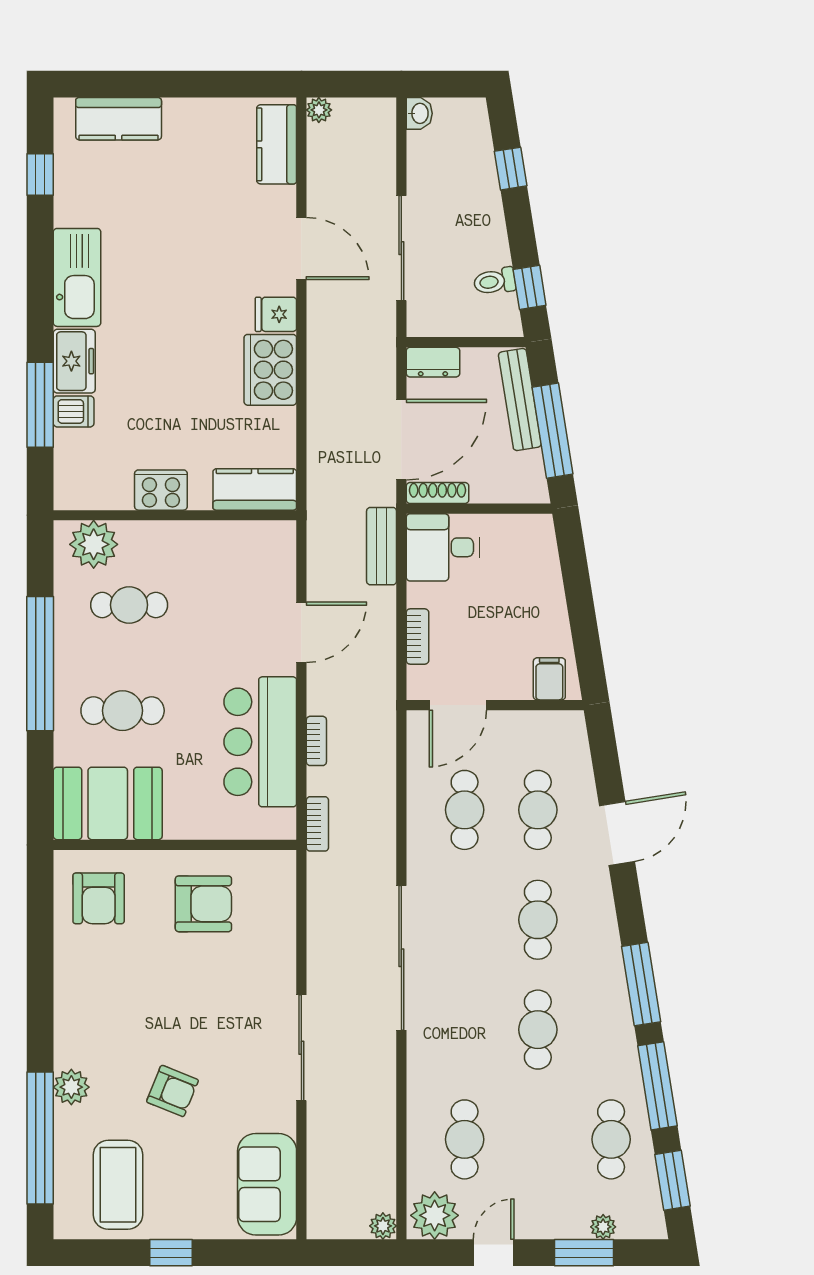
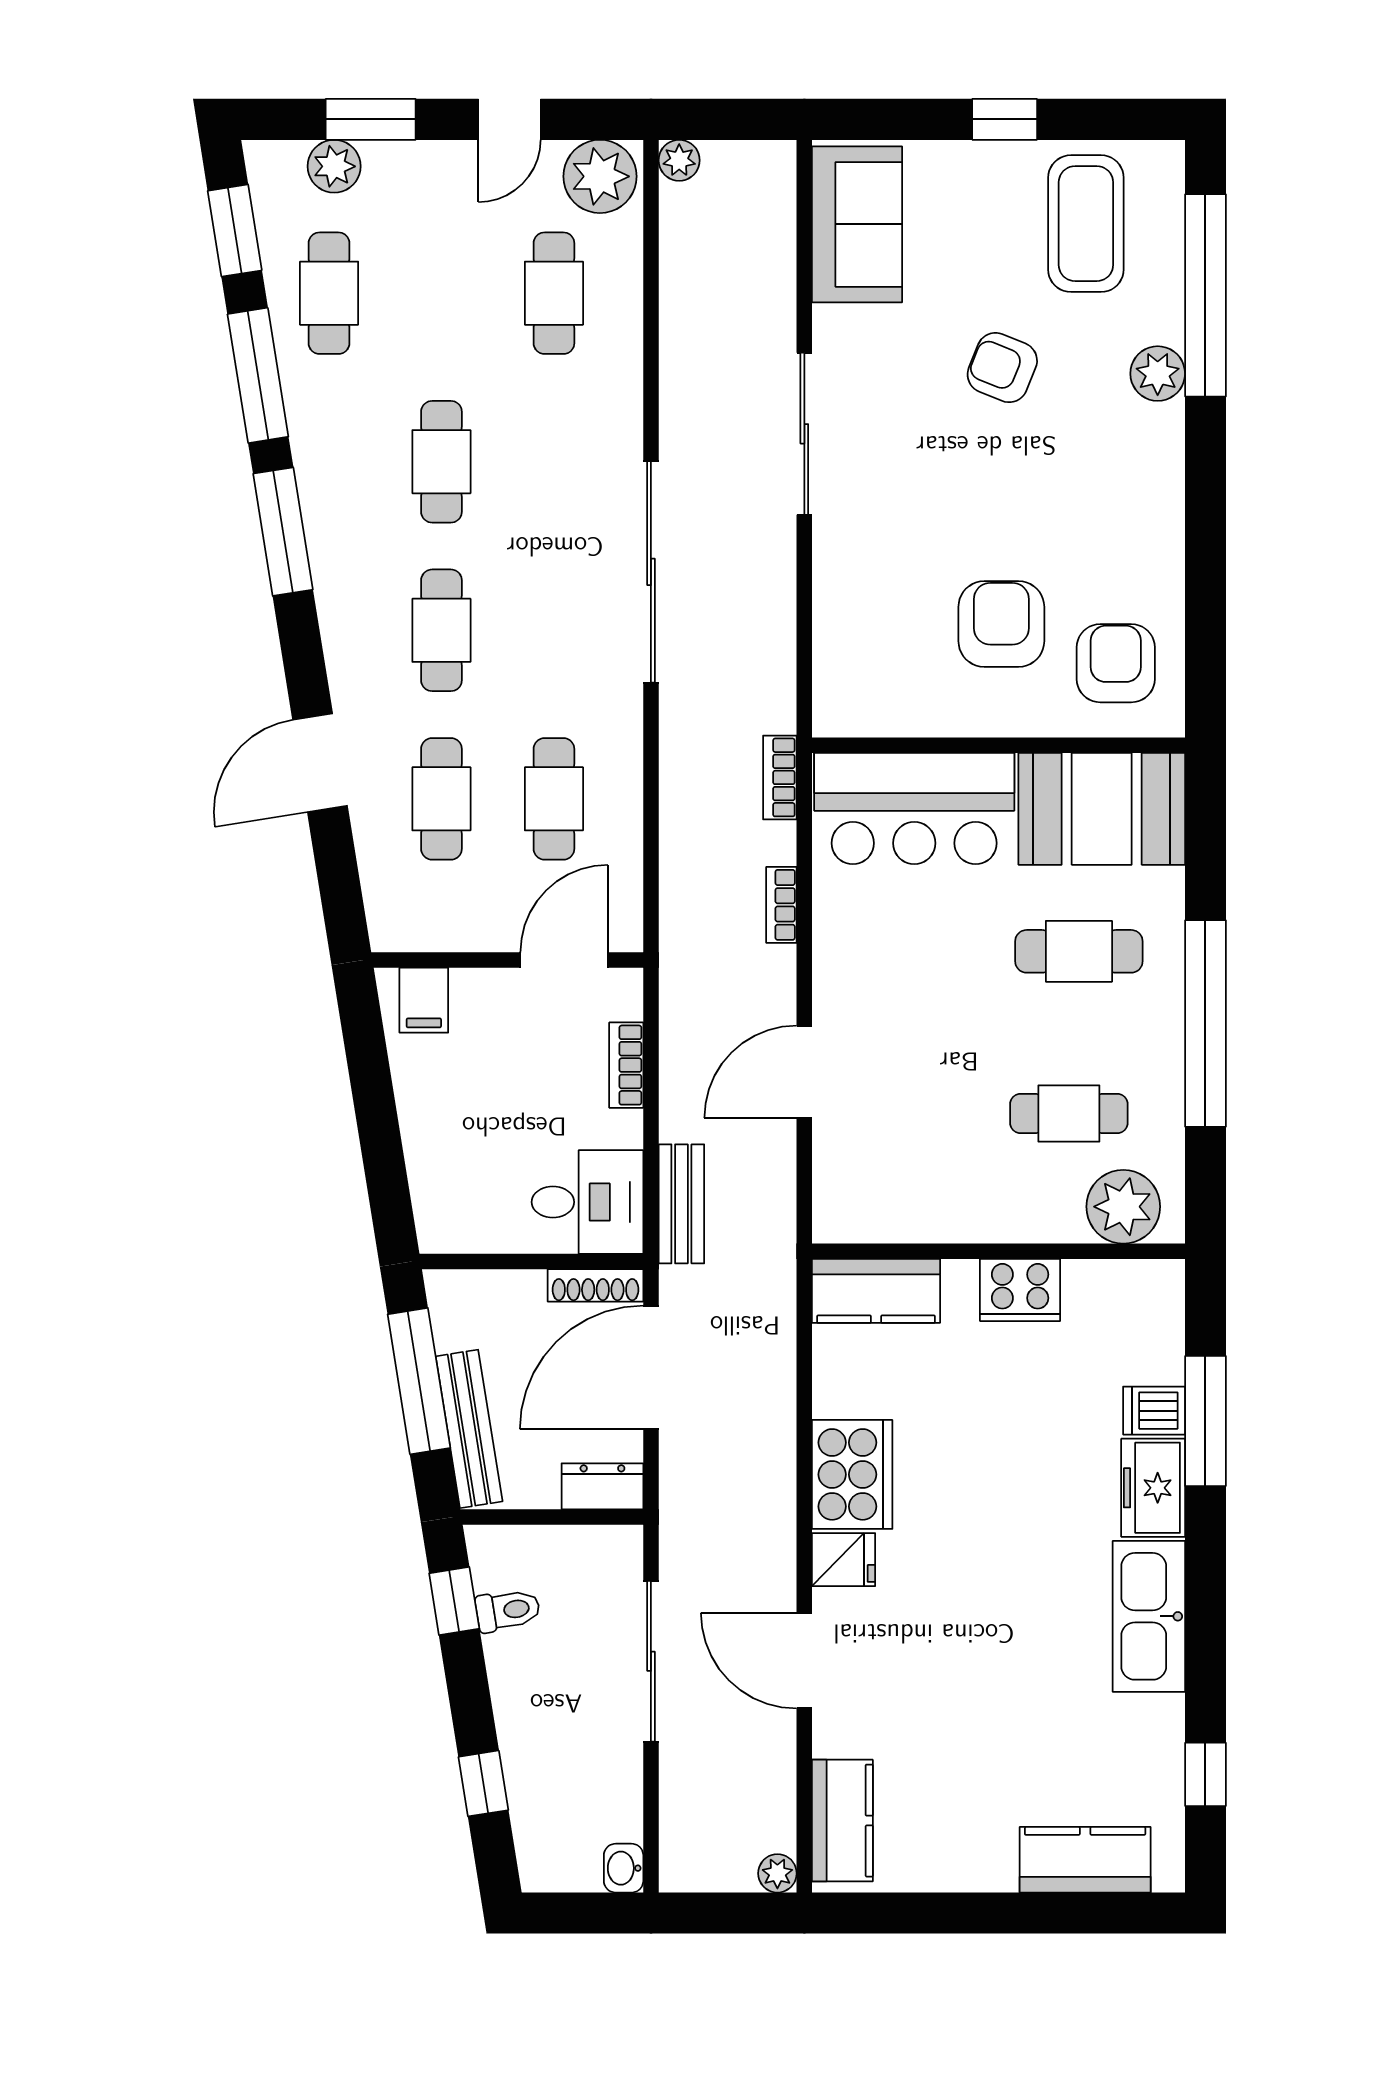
bar counter: (260, 742) -> (914, 809), moved, turned 90
armchair: (203, 904) -> (1001, 624), moved, turned 90
plant: (603, 1227) -> (334, 166), width x1.38, depth x1.38

